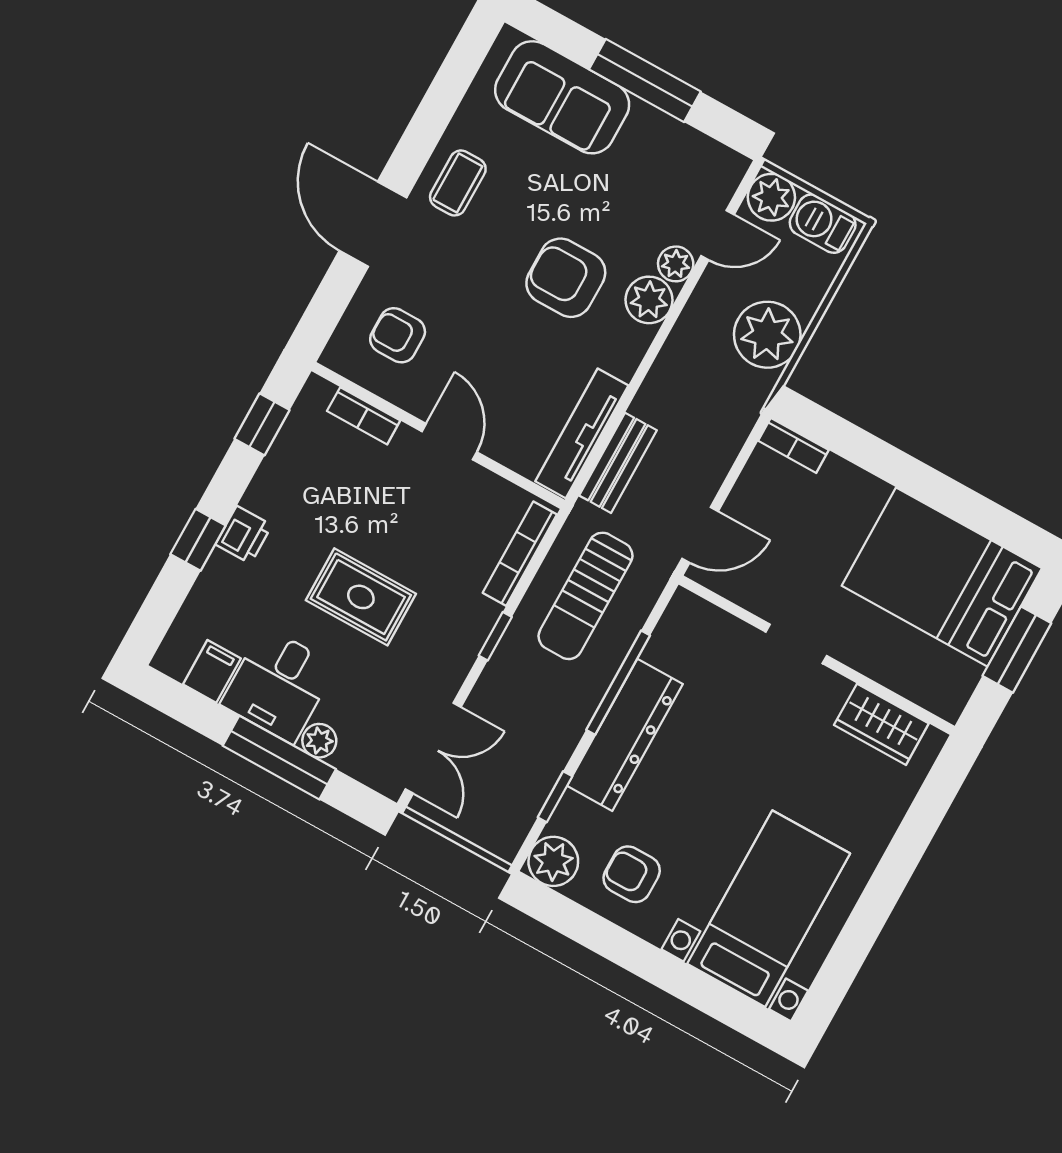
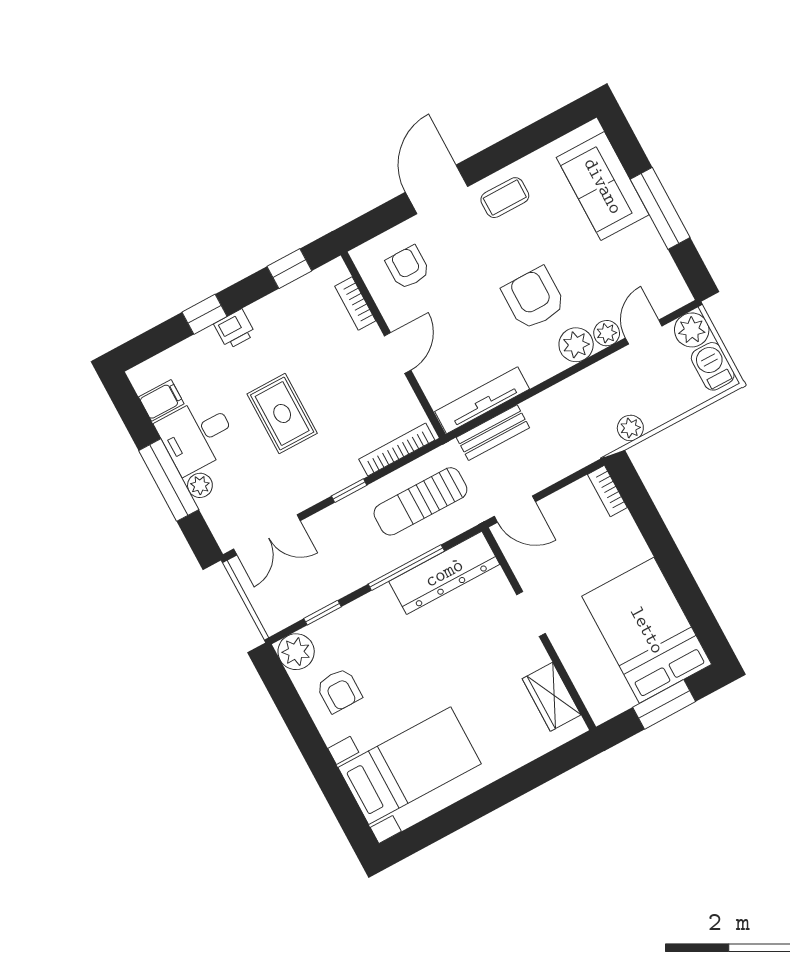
door: (718, 235) -> (644, 332), swing flipped
plant: (767, 335) -> (630, 428), width x0.53, depth x0.53
dresser: (625, 735) -> (444, 573), moved
armchair: (632, 874) -> (339, 690), turned 180

